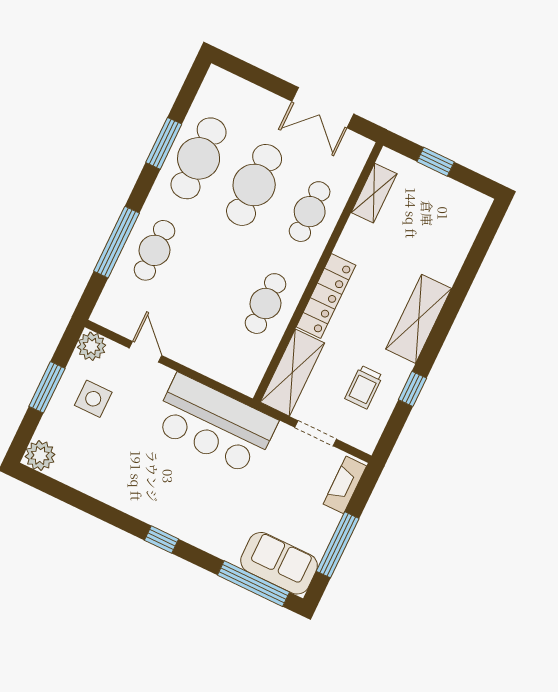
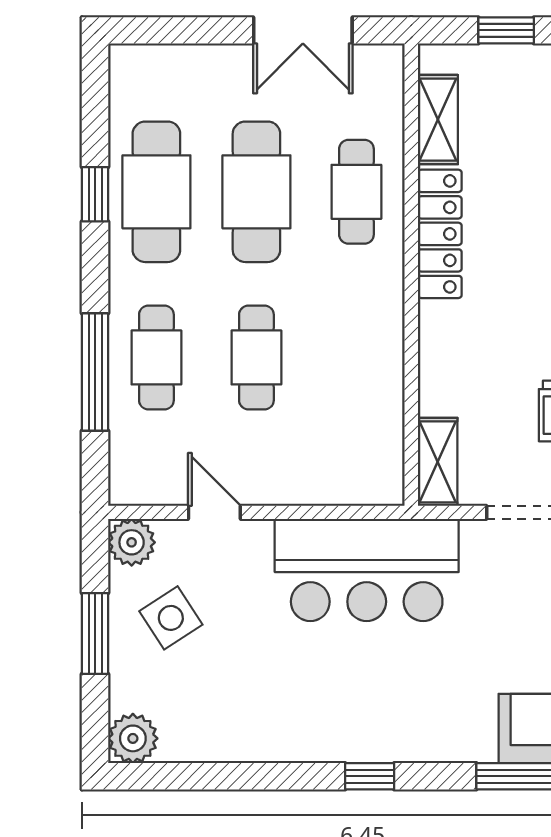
window: (164, 143) -> (95, 194), width x0.67
locker: (326, 296) -> (440, 234), moved
cafe table: (266, 304) -> (256, 357), moved
shelving: (292, 373) -> (438, 462), width x0.67, depth x0.75
side table: (93, 399) -> (171, 618), turned -33

